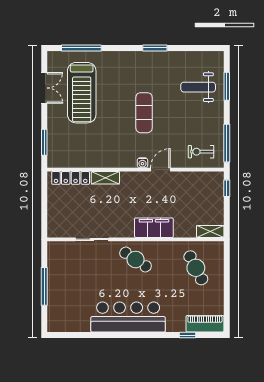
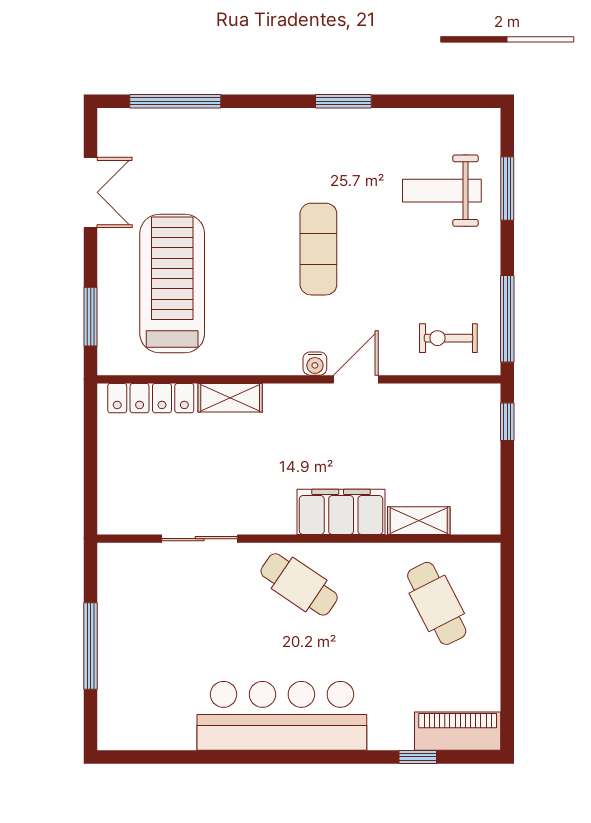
treadmill: (82, 93) -> (172, 284), moved, turned 180
shelving: (210, 232) -> (419, 521), moved

